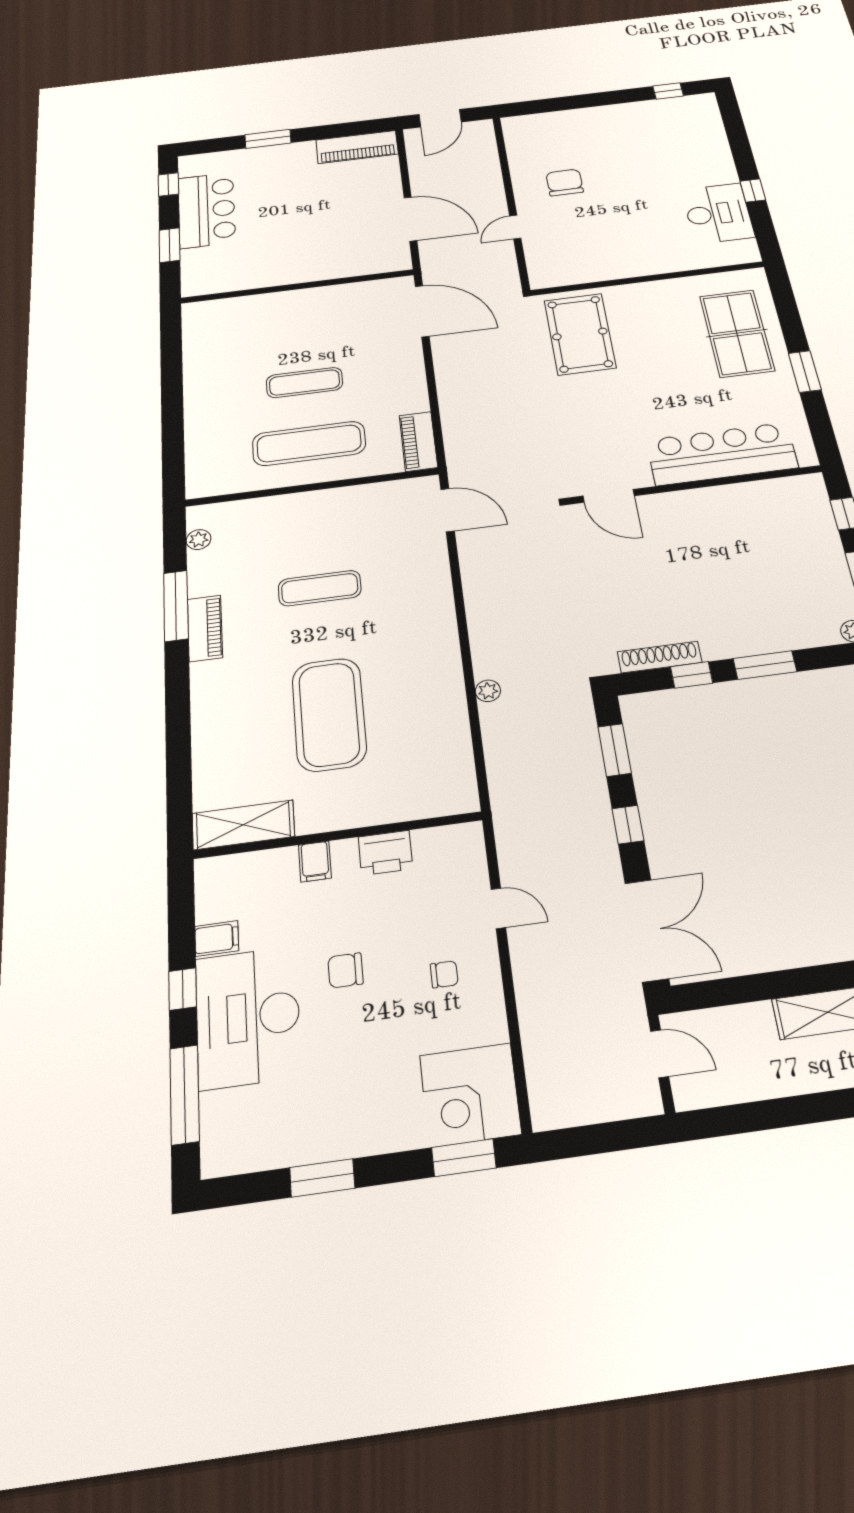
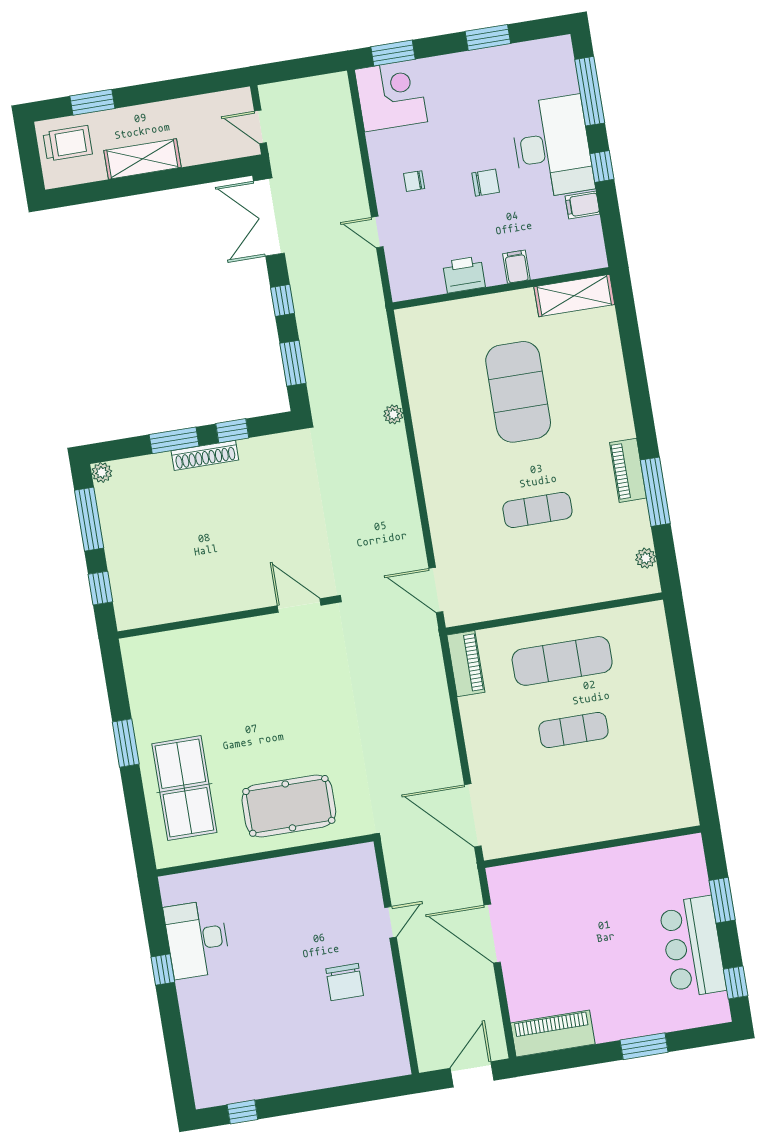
pool table: (580, 334) -> (289, 806), moved, turned 90
bar counter: (722, 454) -> (202, 651), removed
shoe rack: (660, 657) -> (205, 455), moved

